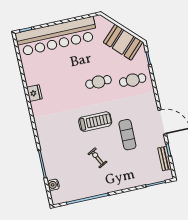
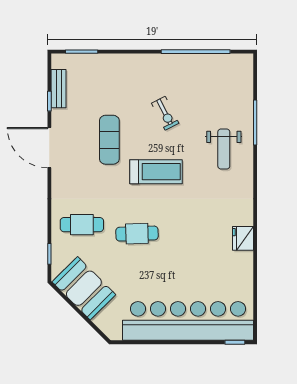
treadmill: (95, 122) -> (156, 172), turned 180
weight bench: (58, 144) -> (224, 149), added
water cooler: (53, 185) -> (245, 86), removed

